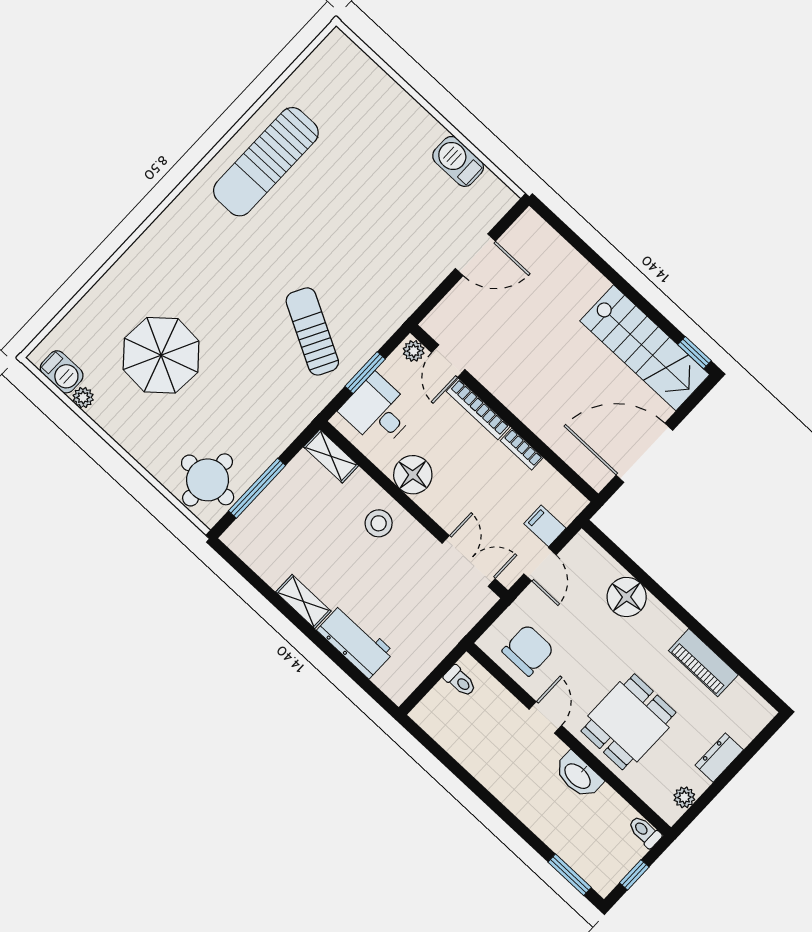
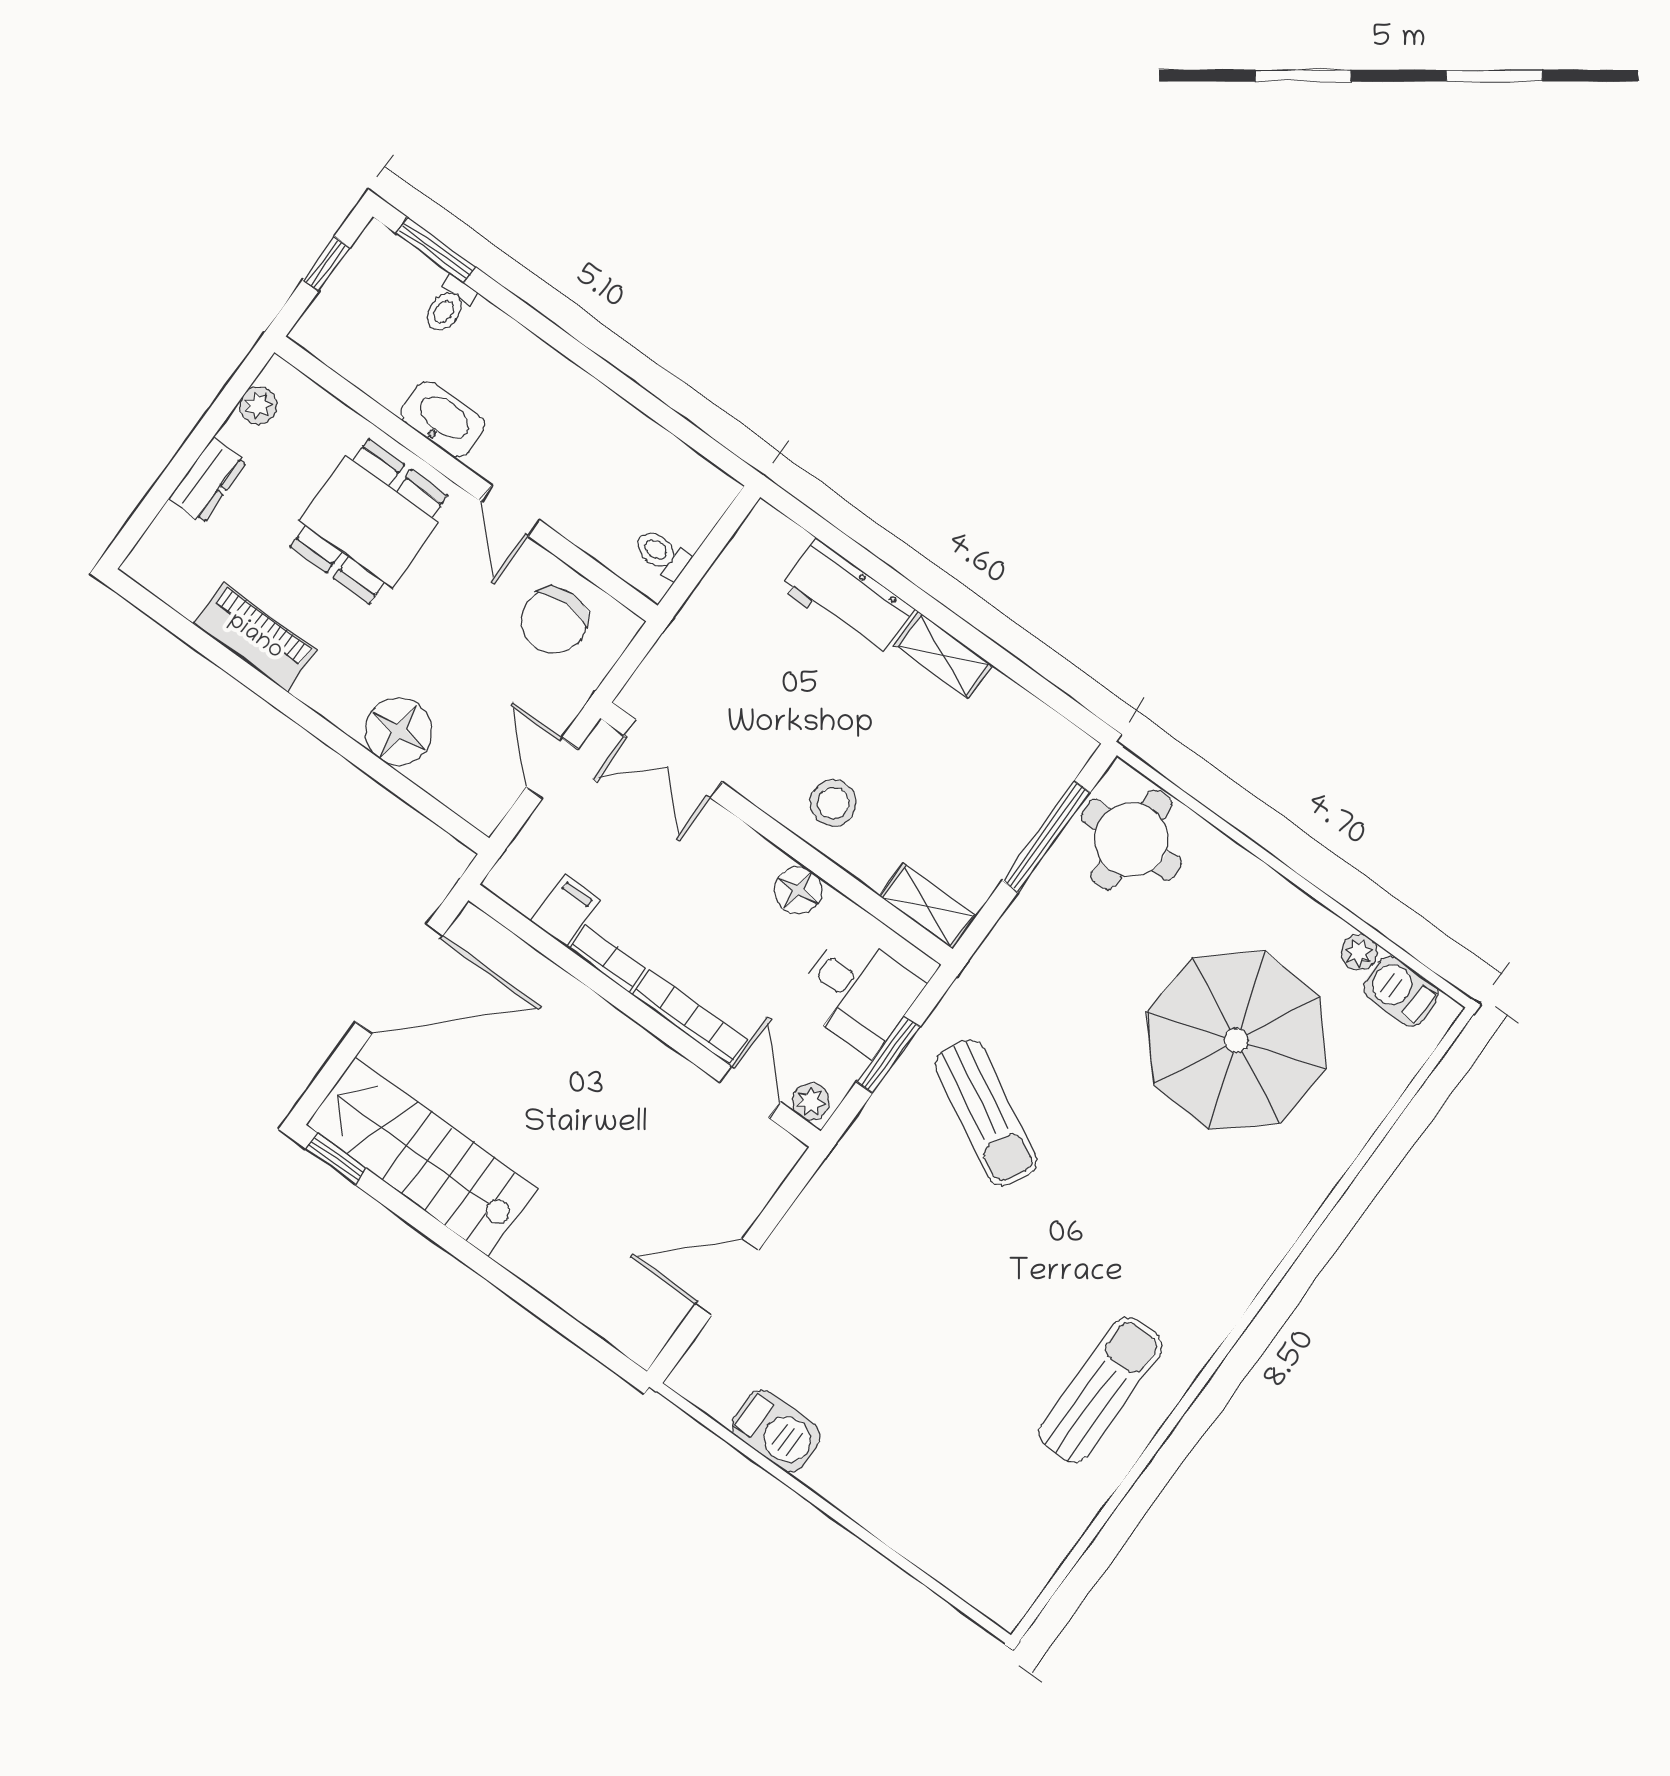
sun lounger: (266, 162) -> (1101, 1390), width x0.73, depth x0.75
parasol: (161, 355) -> (1236, 1041), width x1.36, depth x1.36
floor lamp: (413, 475) -> (798, 890), width x0.73, depth x0.73
filing cabinet: (545, 526) -> (565, 911), moved, turned -90
toilet: (645, 832) -> (448, 305), moved, turned 90

